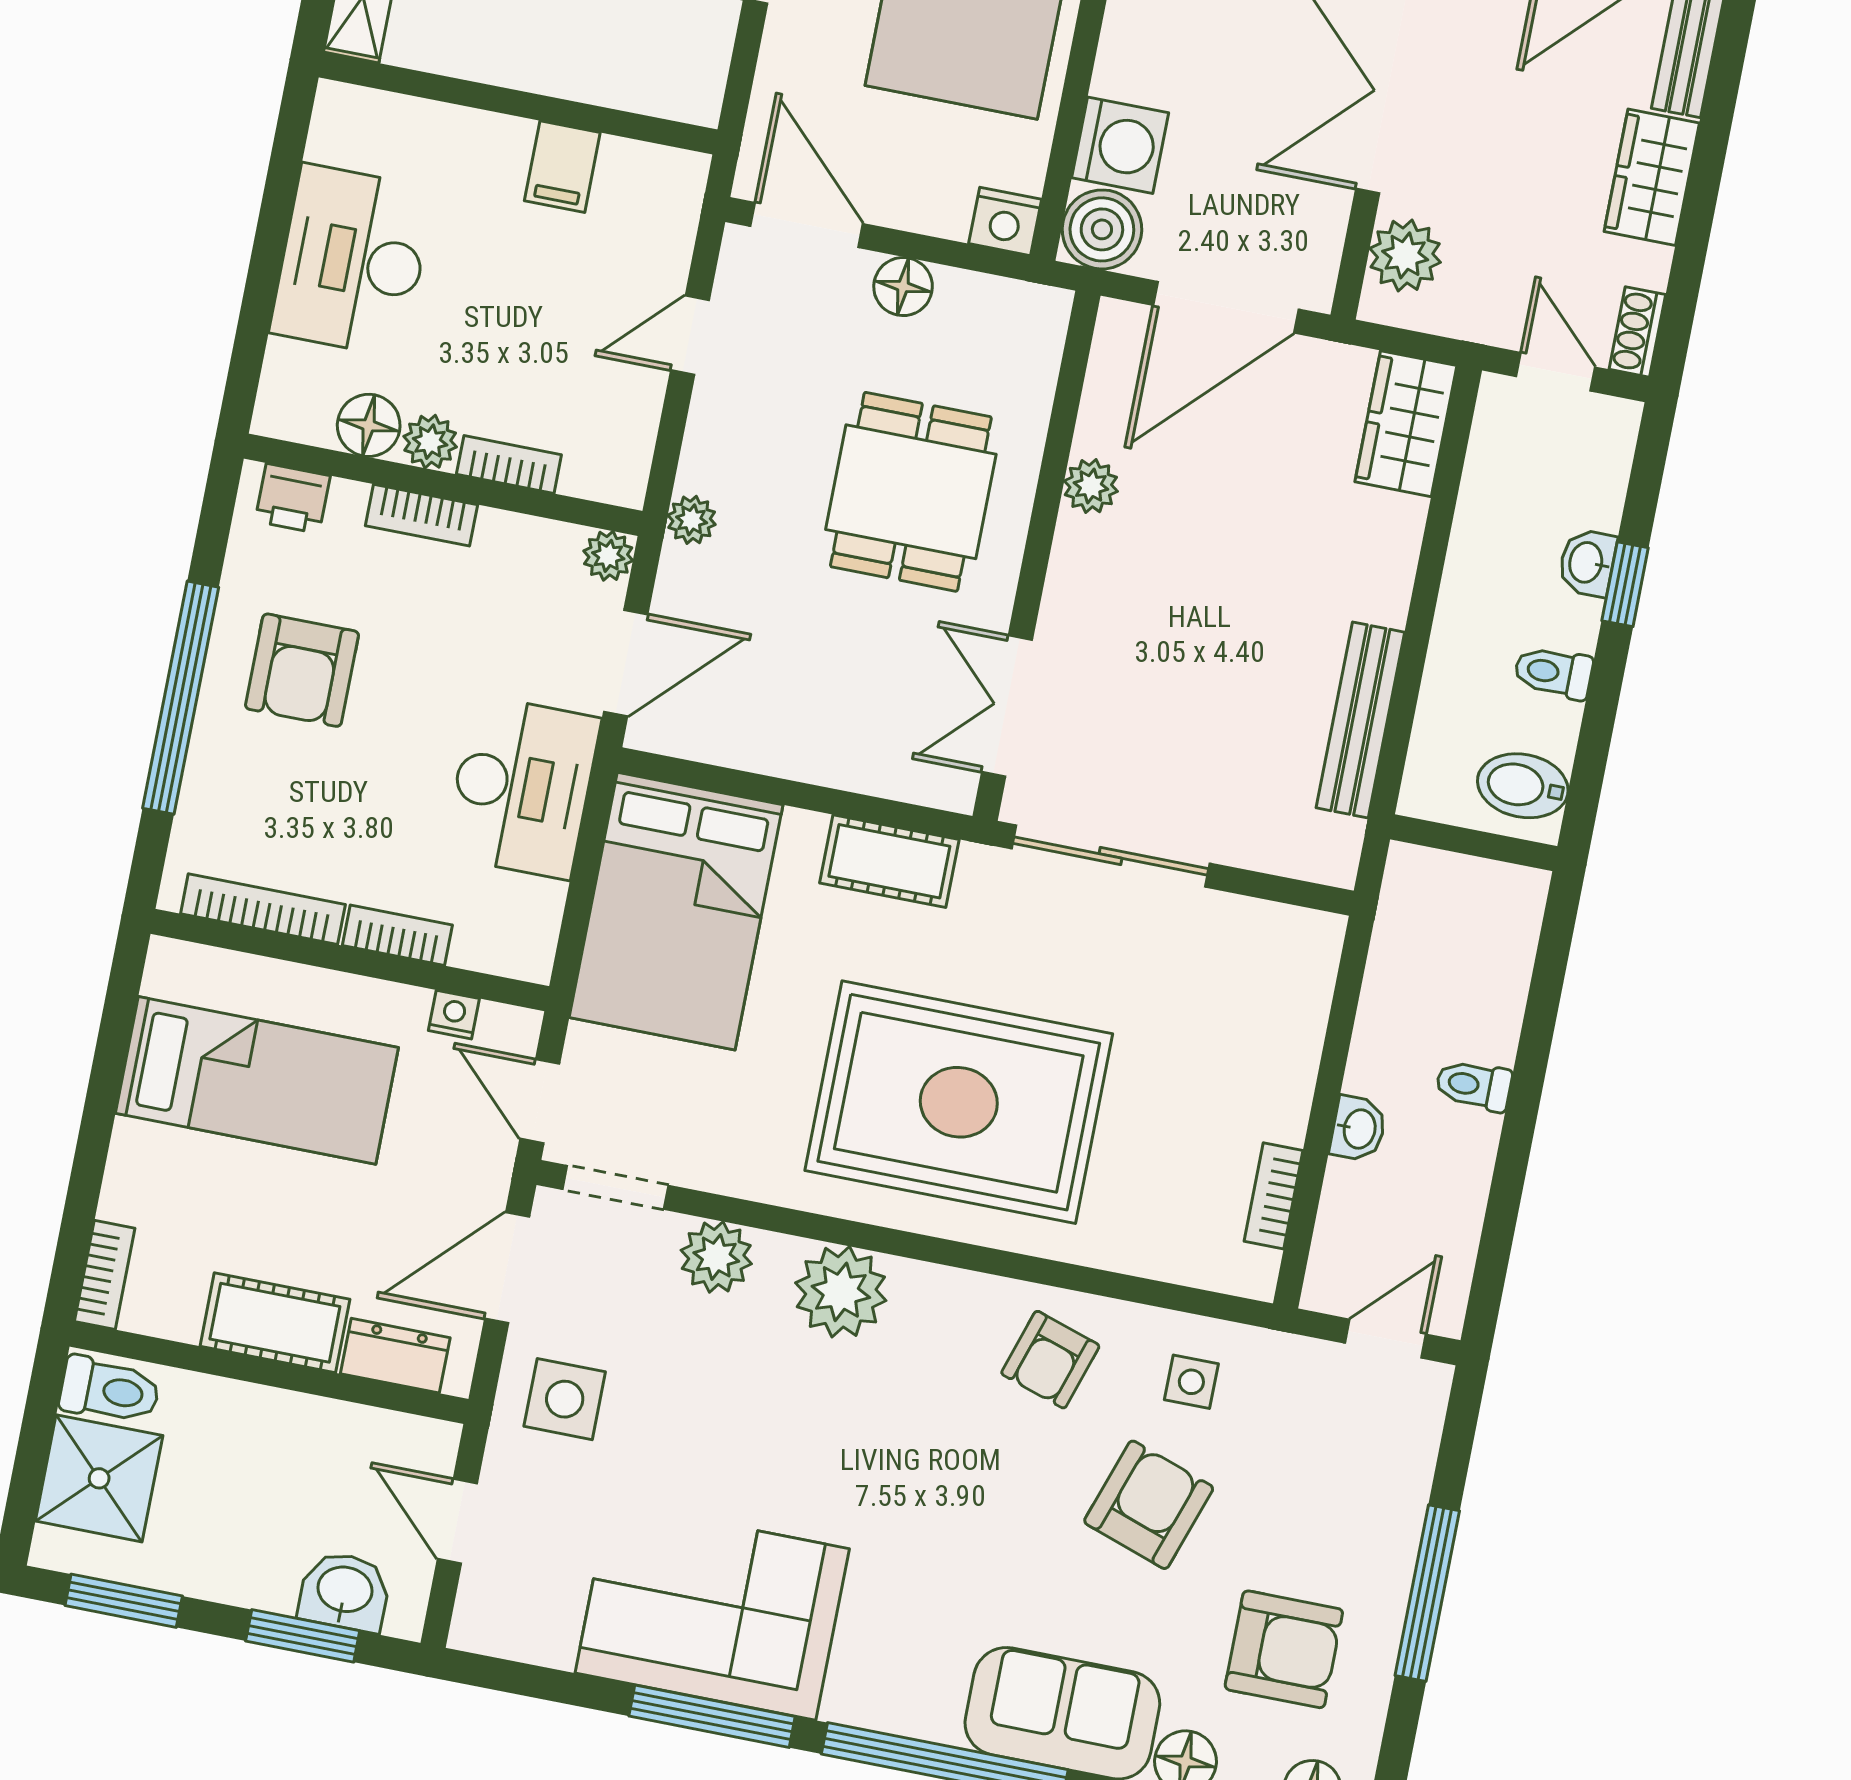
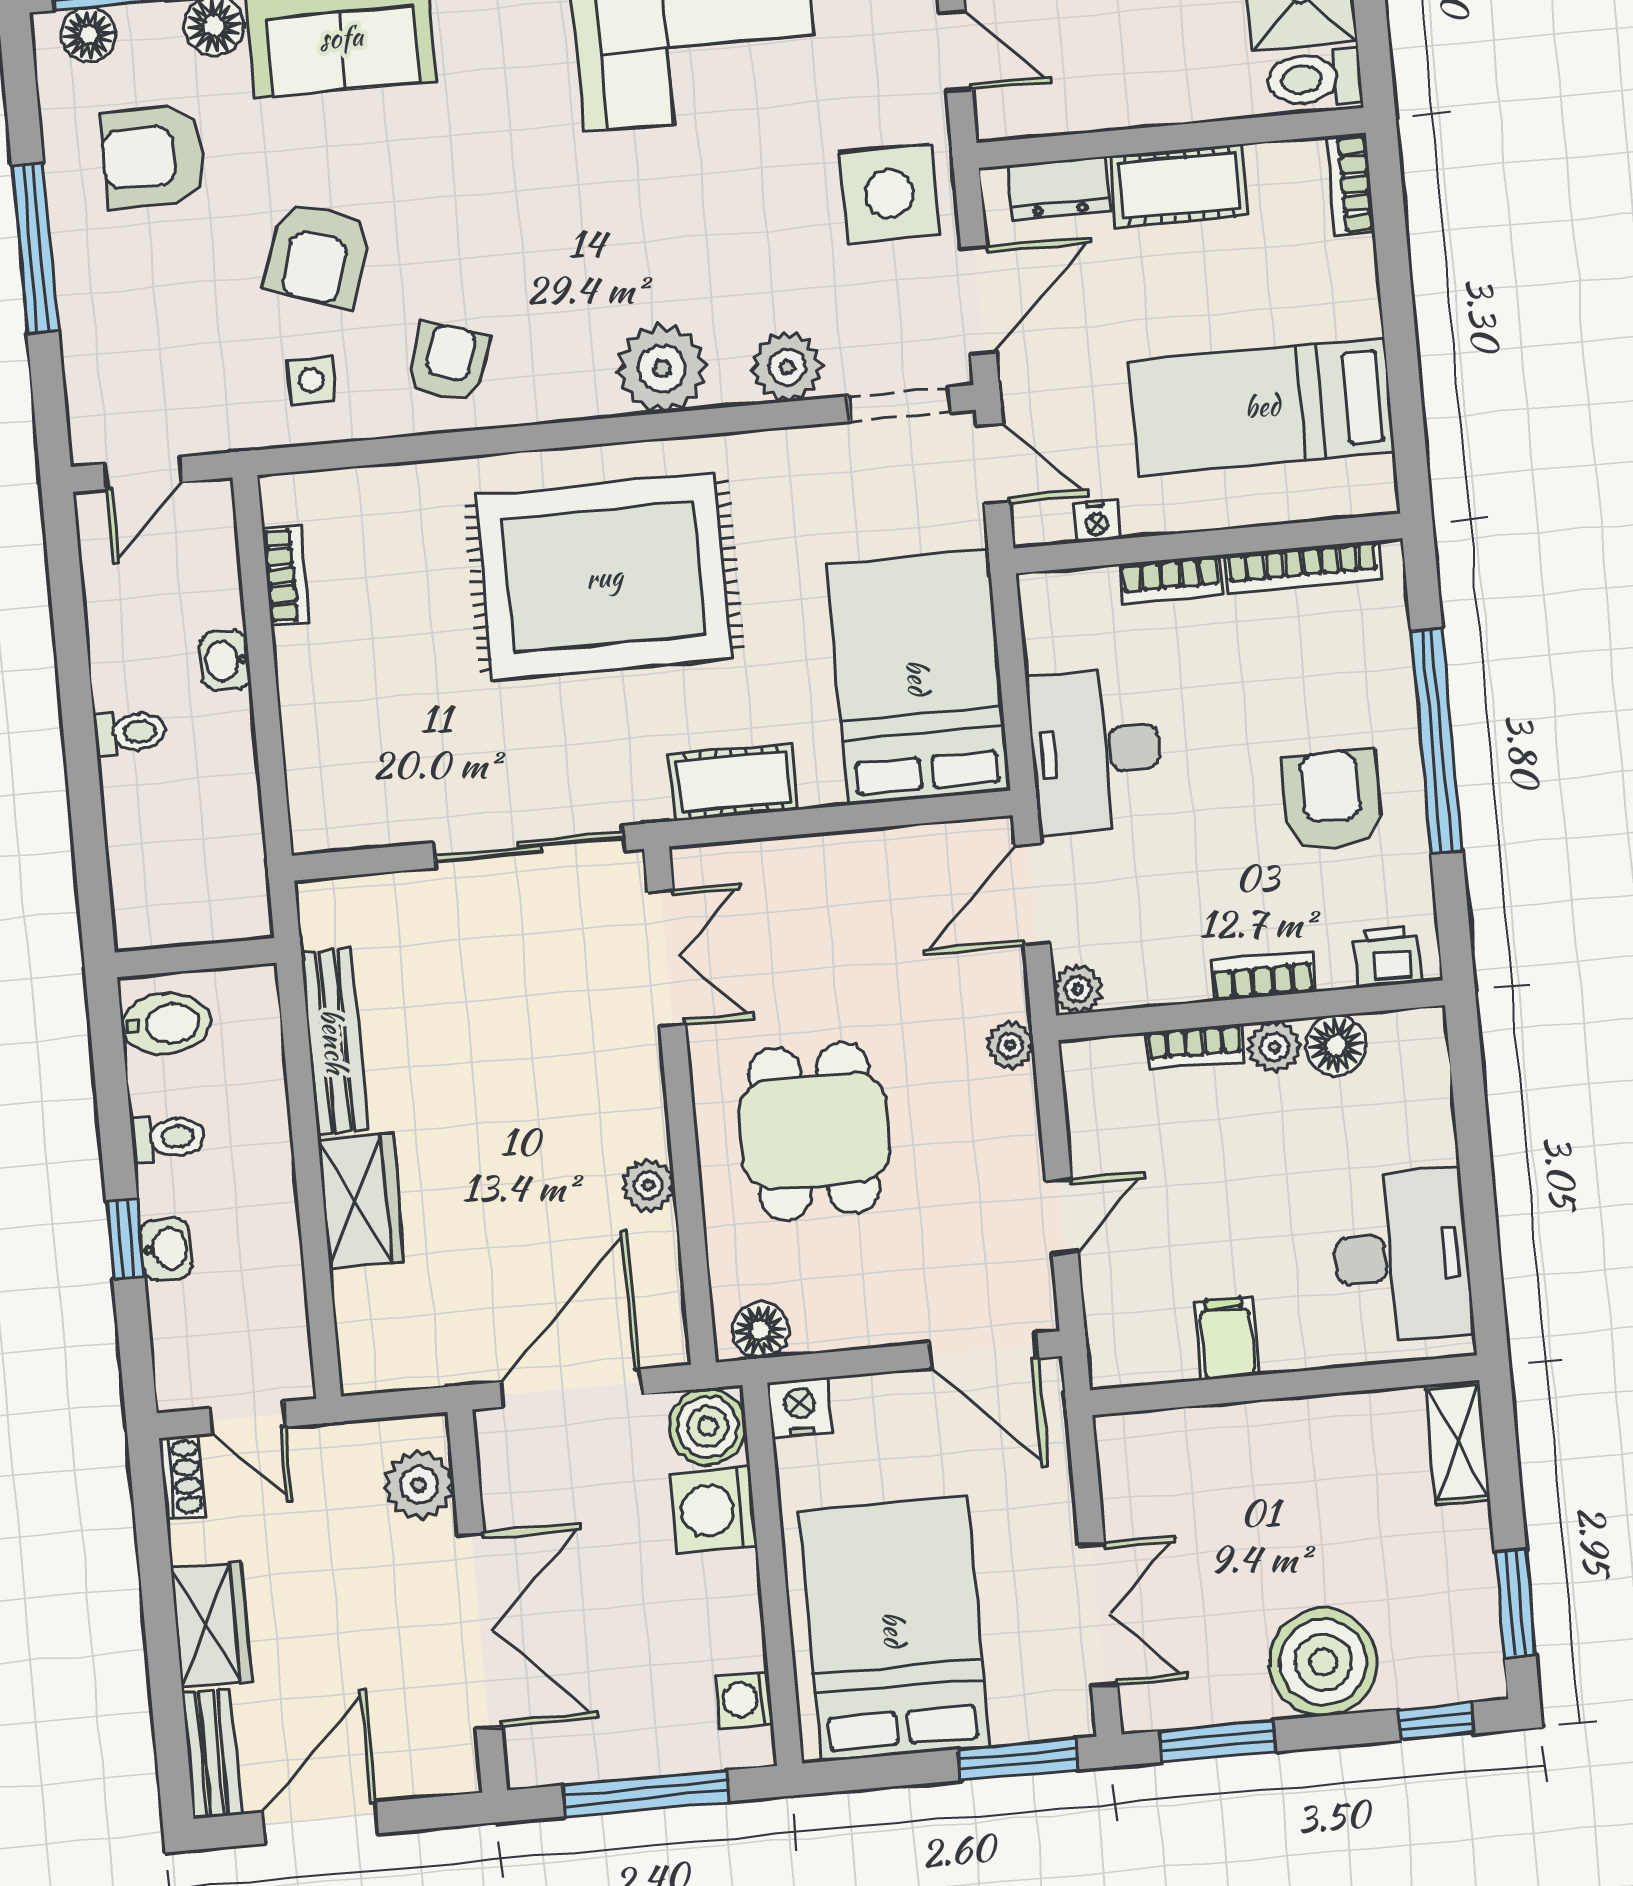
desk: (352, 261) -> (1402, 1256), moved
floor lamp: (903, 287) -> (760, 1330), moved
wardrobe: (1406, 424) -> (361, 1201), moved
side table: (565, 1399) -> (889, 194), width x1.37, depth x1.37

